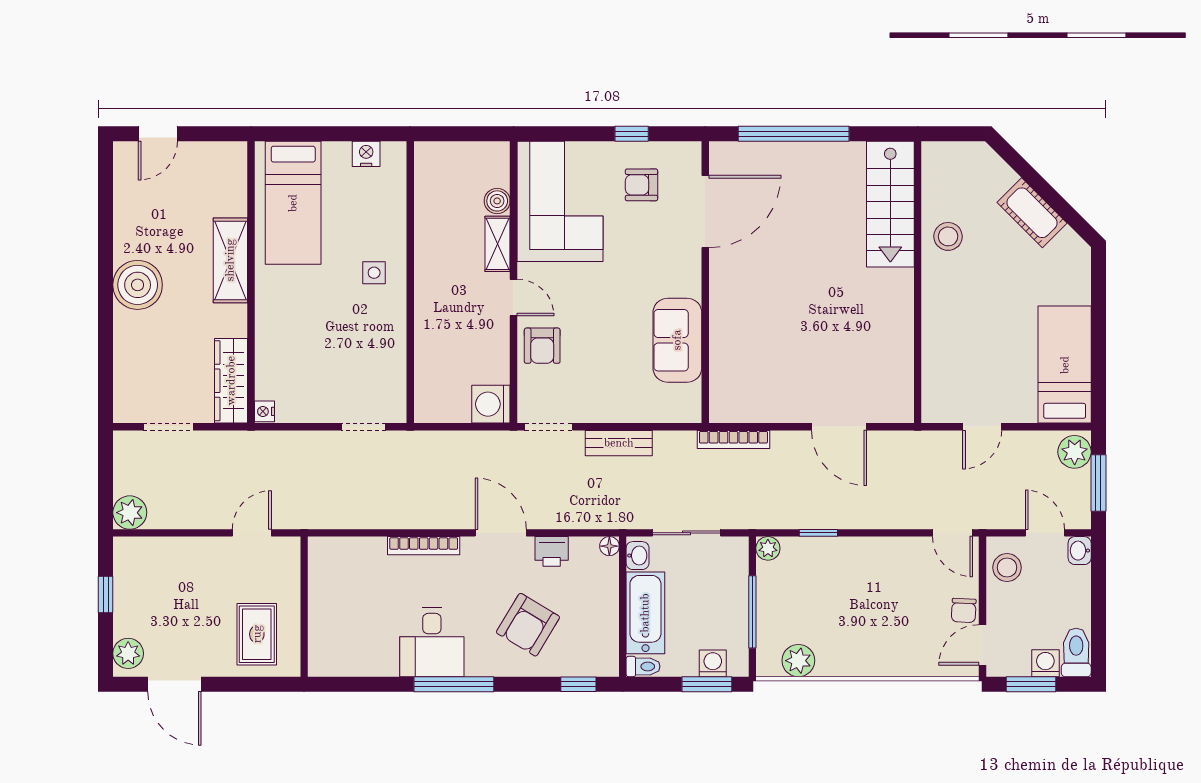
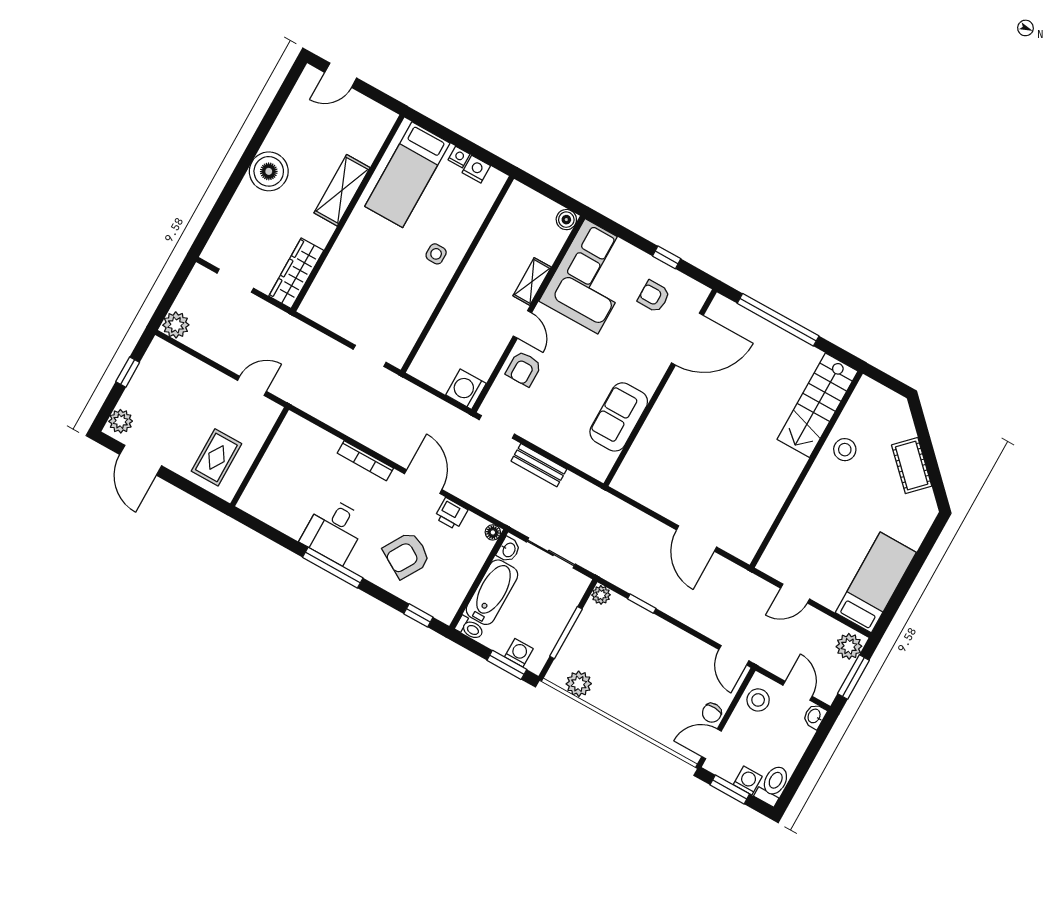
boiler: (497, 201) -> (566, 220), moved
nightstand: (264, 411) -> (459, 157), moved, turned 90
bookcase: (733, 439) -> (619, 507), removed

